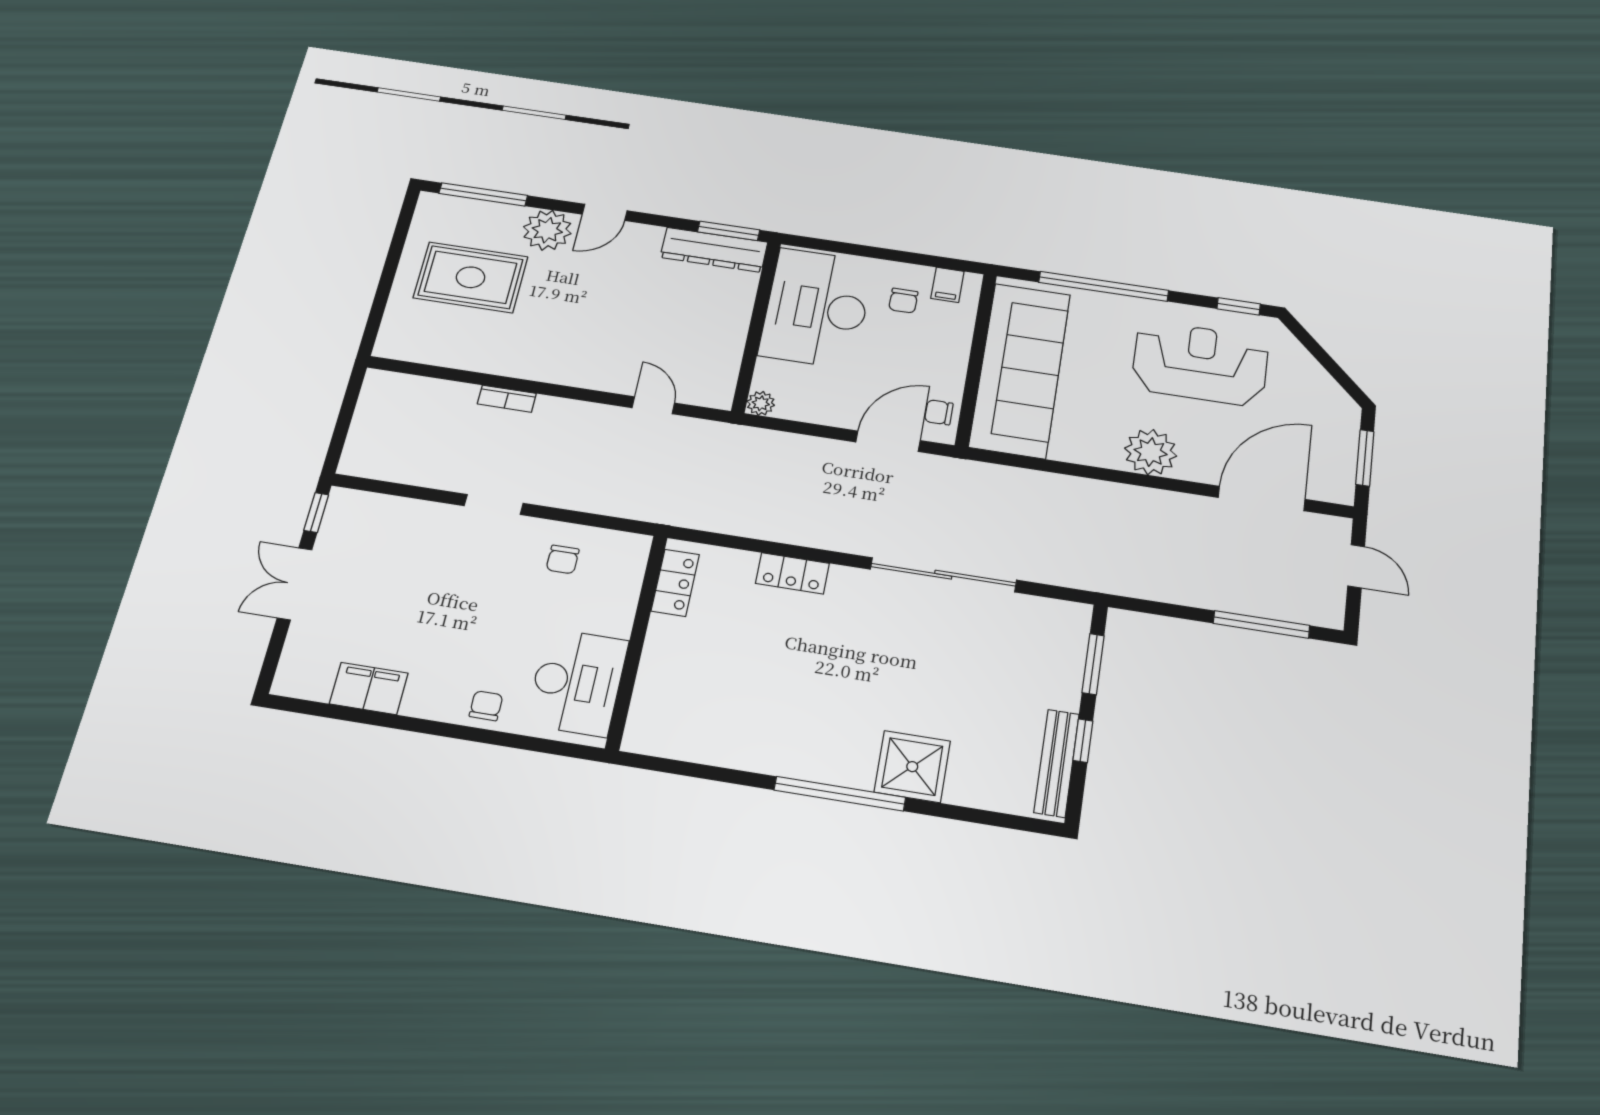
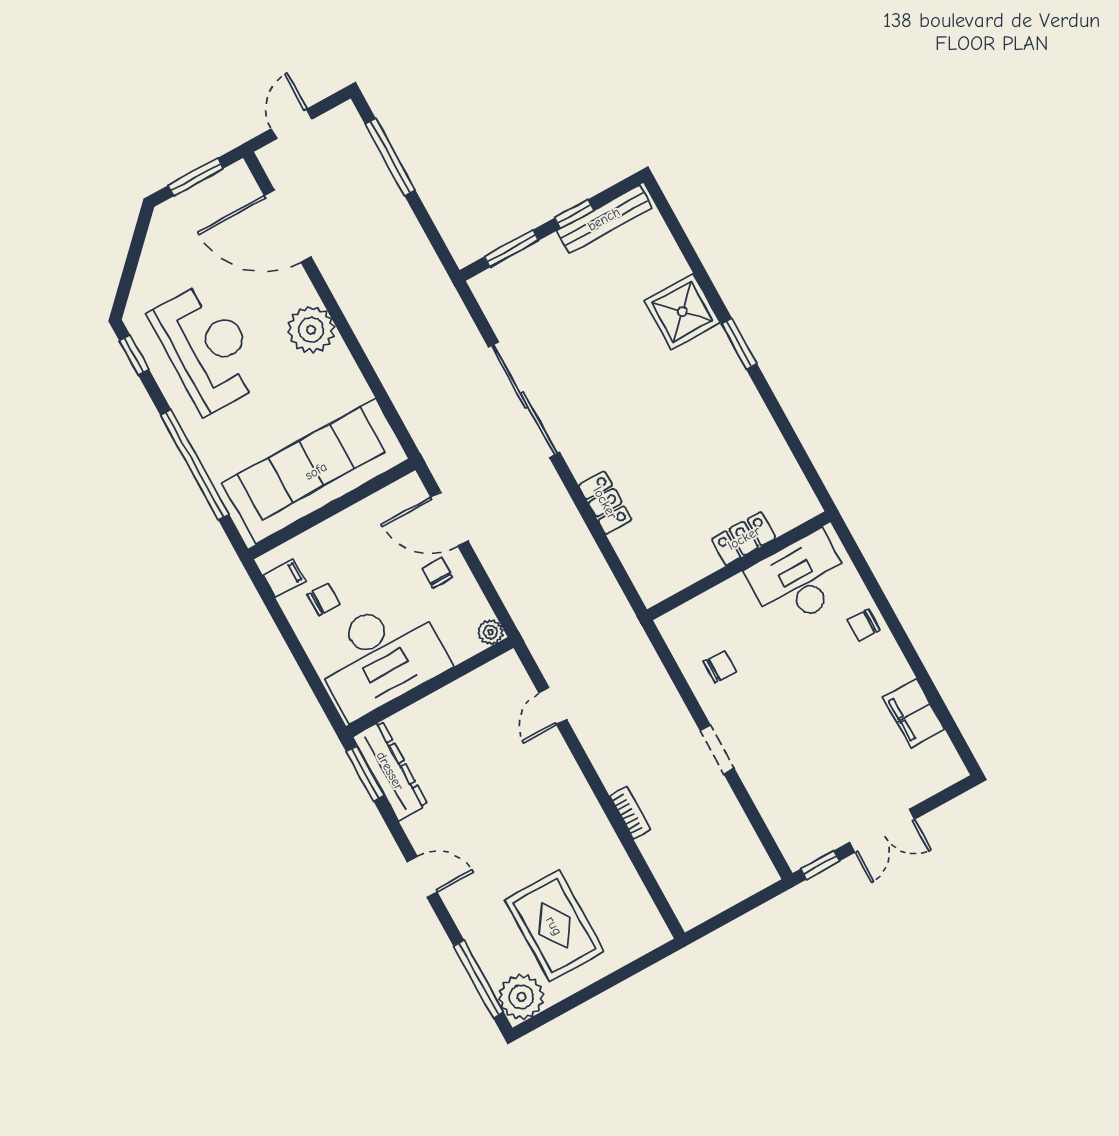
plant: (547, 230) -> (521, 997), moved
reception desk: (1200, 363) -> (207, 348), turned 180
chair: (939, 412) -> (437, 573), moved, turned 180
locker: (675, 583) -> (744, 538), moved
window: (840, 794) -> (739, 344), width x0.47

